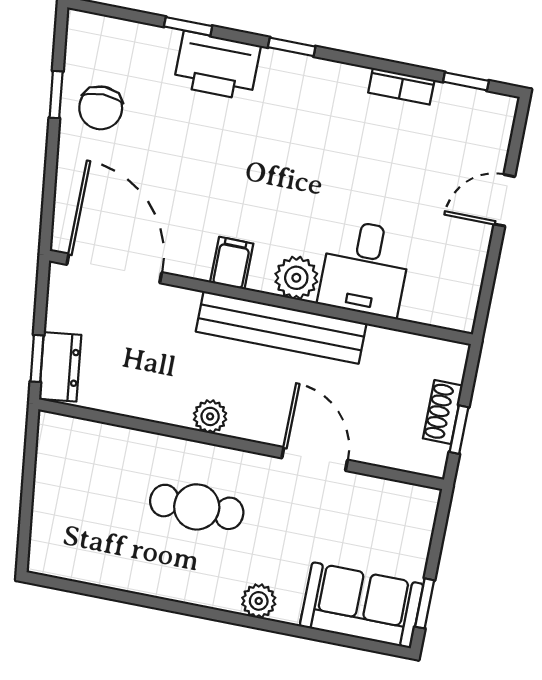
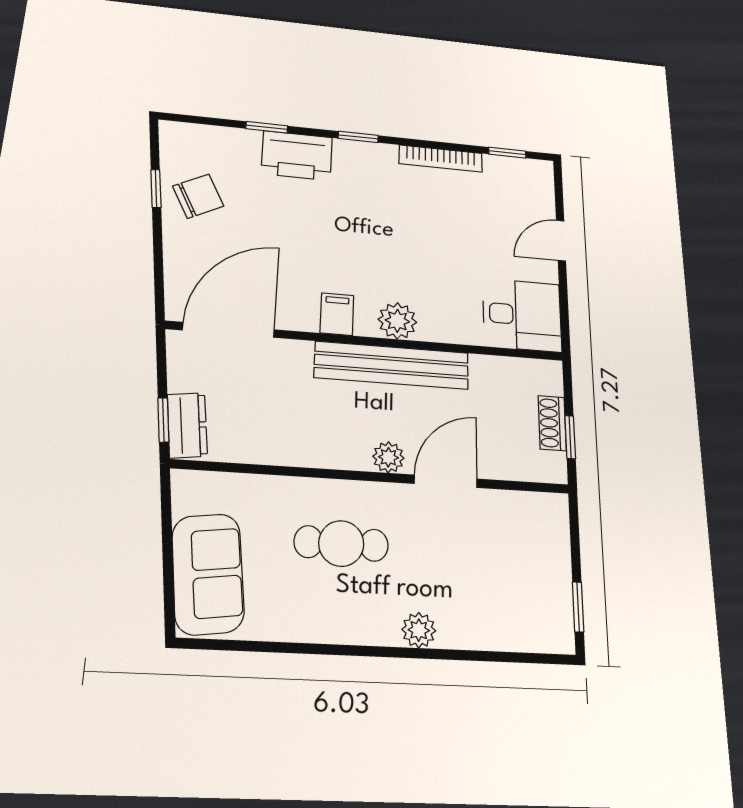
bookcase: (401, 86) -> (441, 159), width x1.56
chair: (101, 108) -> (198, 196), turned -117
door: (114, 268) -> (229, 330), hinge flipped
desk: (365, 268) -> (522, 315), moved, turned -90
plant: (210, 416) -> (388, 457), moved
door: (315, 459) -> (446, 481), hinge flipped
sofa: (361, 605) -> (208, 574), moved, turned 83

